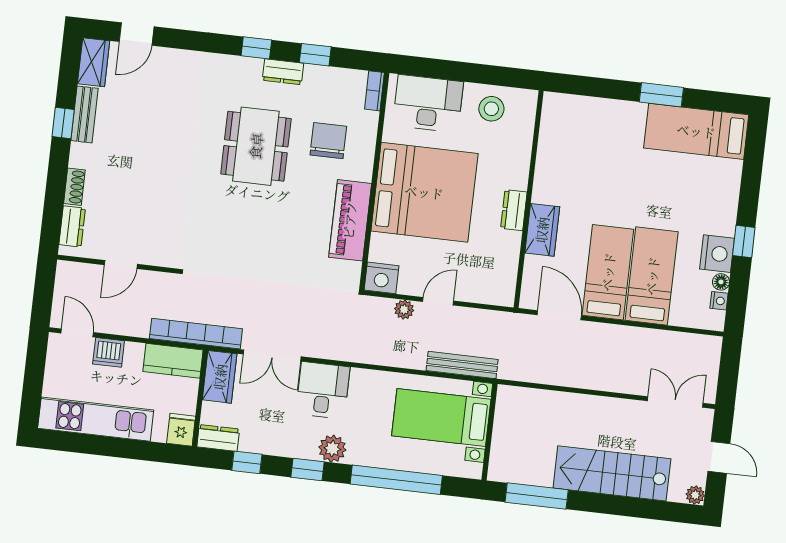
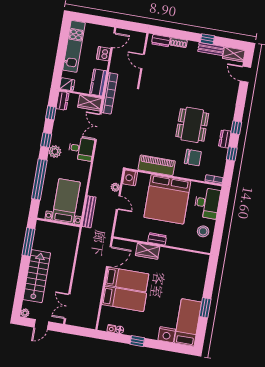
dining table: (256, 146) -> (192, 125), turned 90
nightstand: (717, 254) -> (167, 335), moved
double door: (675, 402) -> (67, 306), swing flipped

